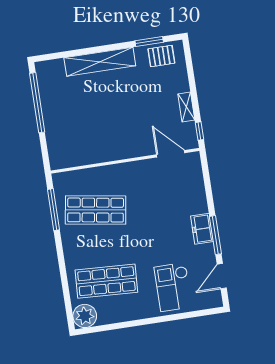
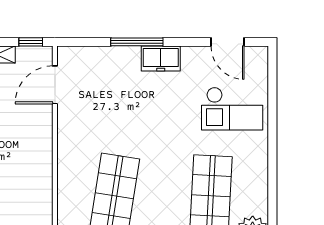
window: (215, 235) -> (137, 42), moved

